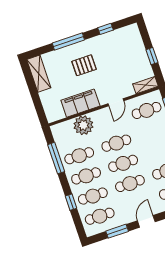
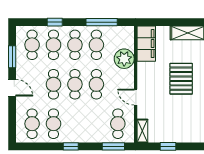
pallet: (84, 65) -> (181, 79), width x1.50, depth x1.42
filing cabinet: (80, 103) -> (146, 44), moved

